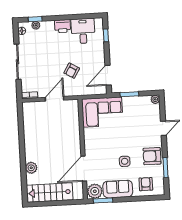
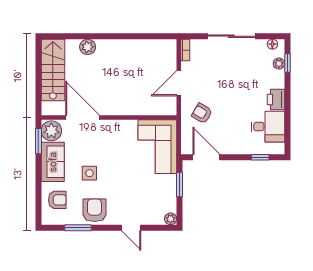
armchair: (72, 71) -> (202, 113), moved
door: (54, 99) -> (179, 83), swing flipped

